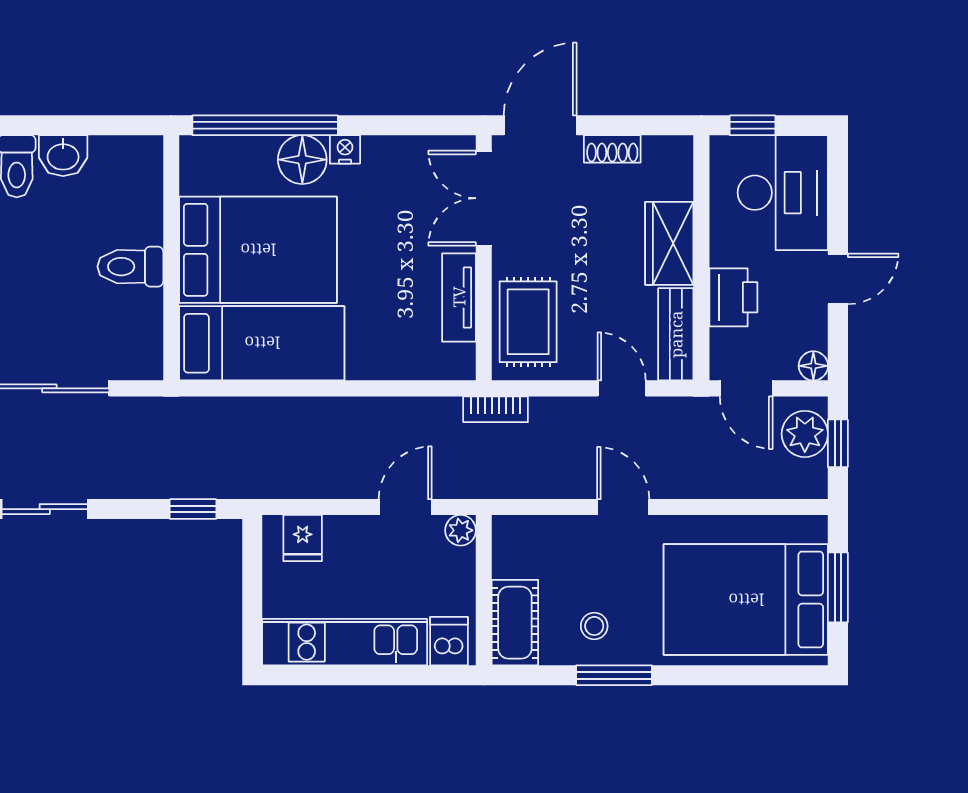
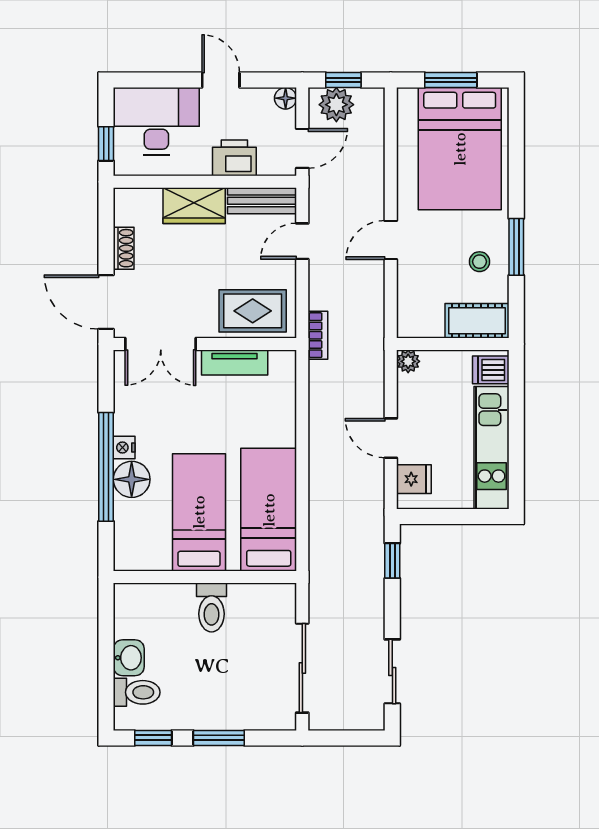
window: (265, 125) -> (106, 467), moved
bed: (258, 250) -> (199, 512), width x0.67
door: (405, 507) -> (391, 438), moved

